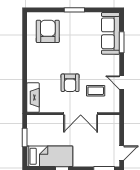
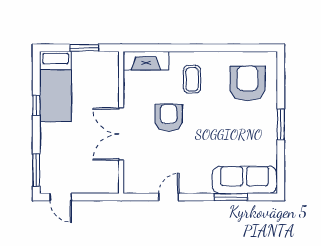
armchair: (48, 31) -> (248, 83), turned -90
armchair: (70, 83) -> (169, 118), turned 90
coffee table: (96, 91) -> (192, 79), moved

